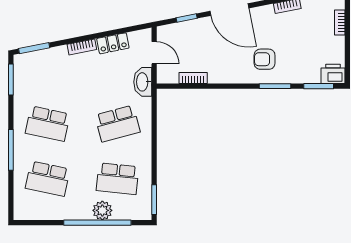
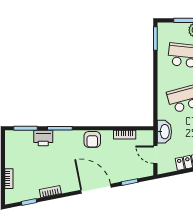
armchair: (265, 59) -> (92, 139), moved, turned 90
printer: (333, 74) -> (43, 138), moved

